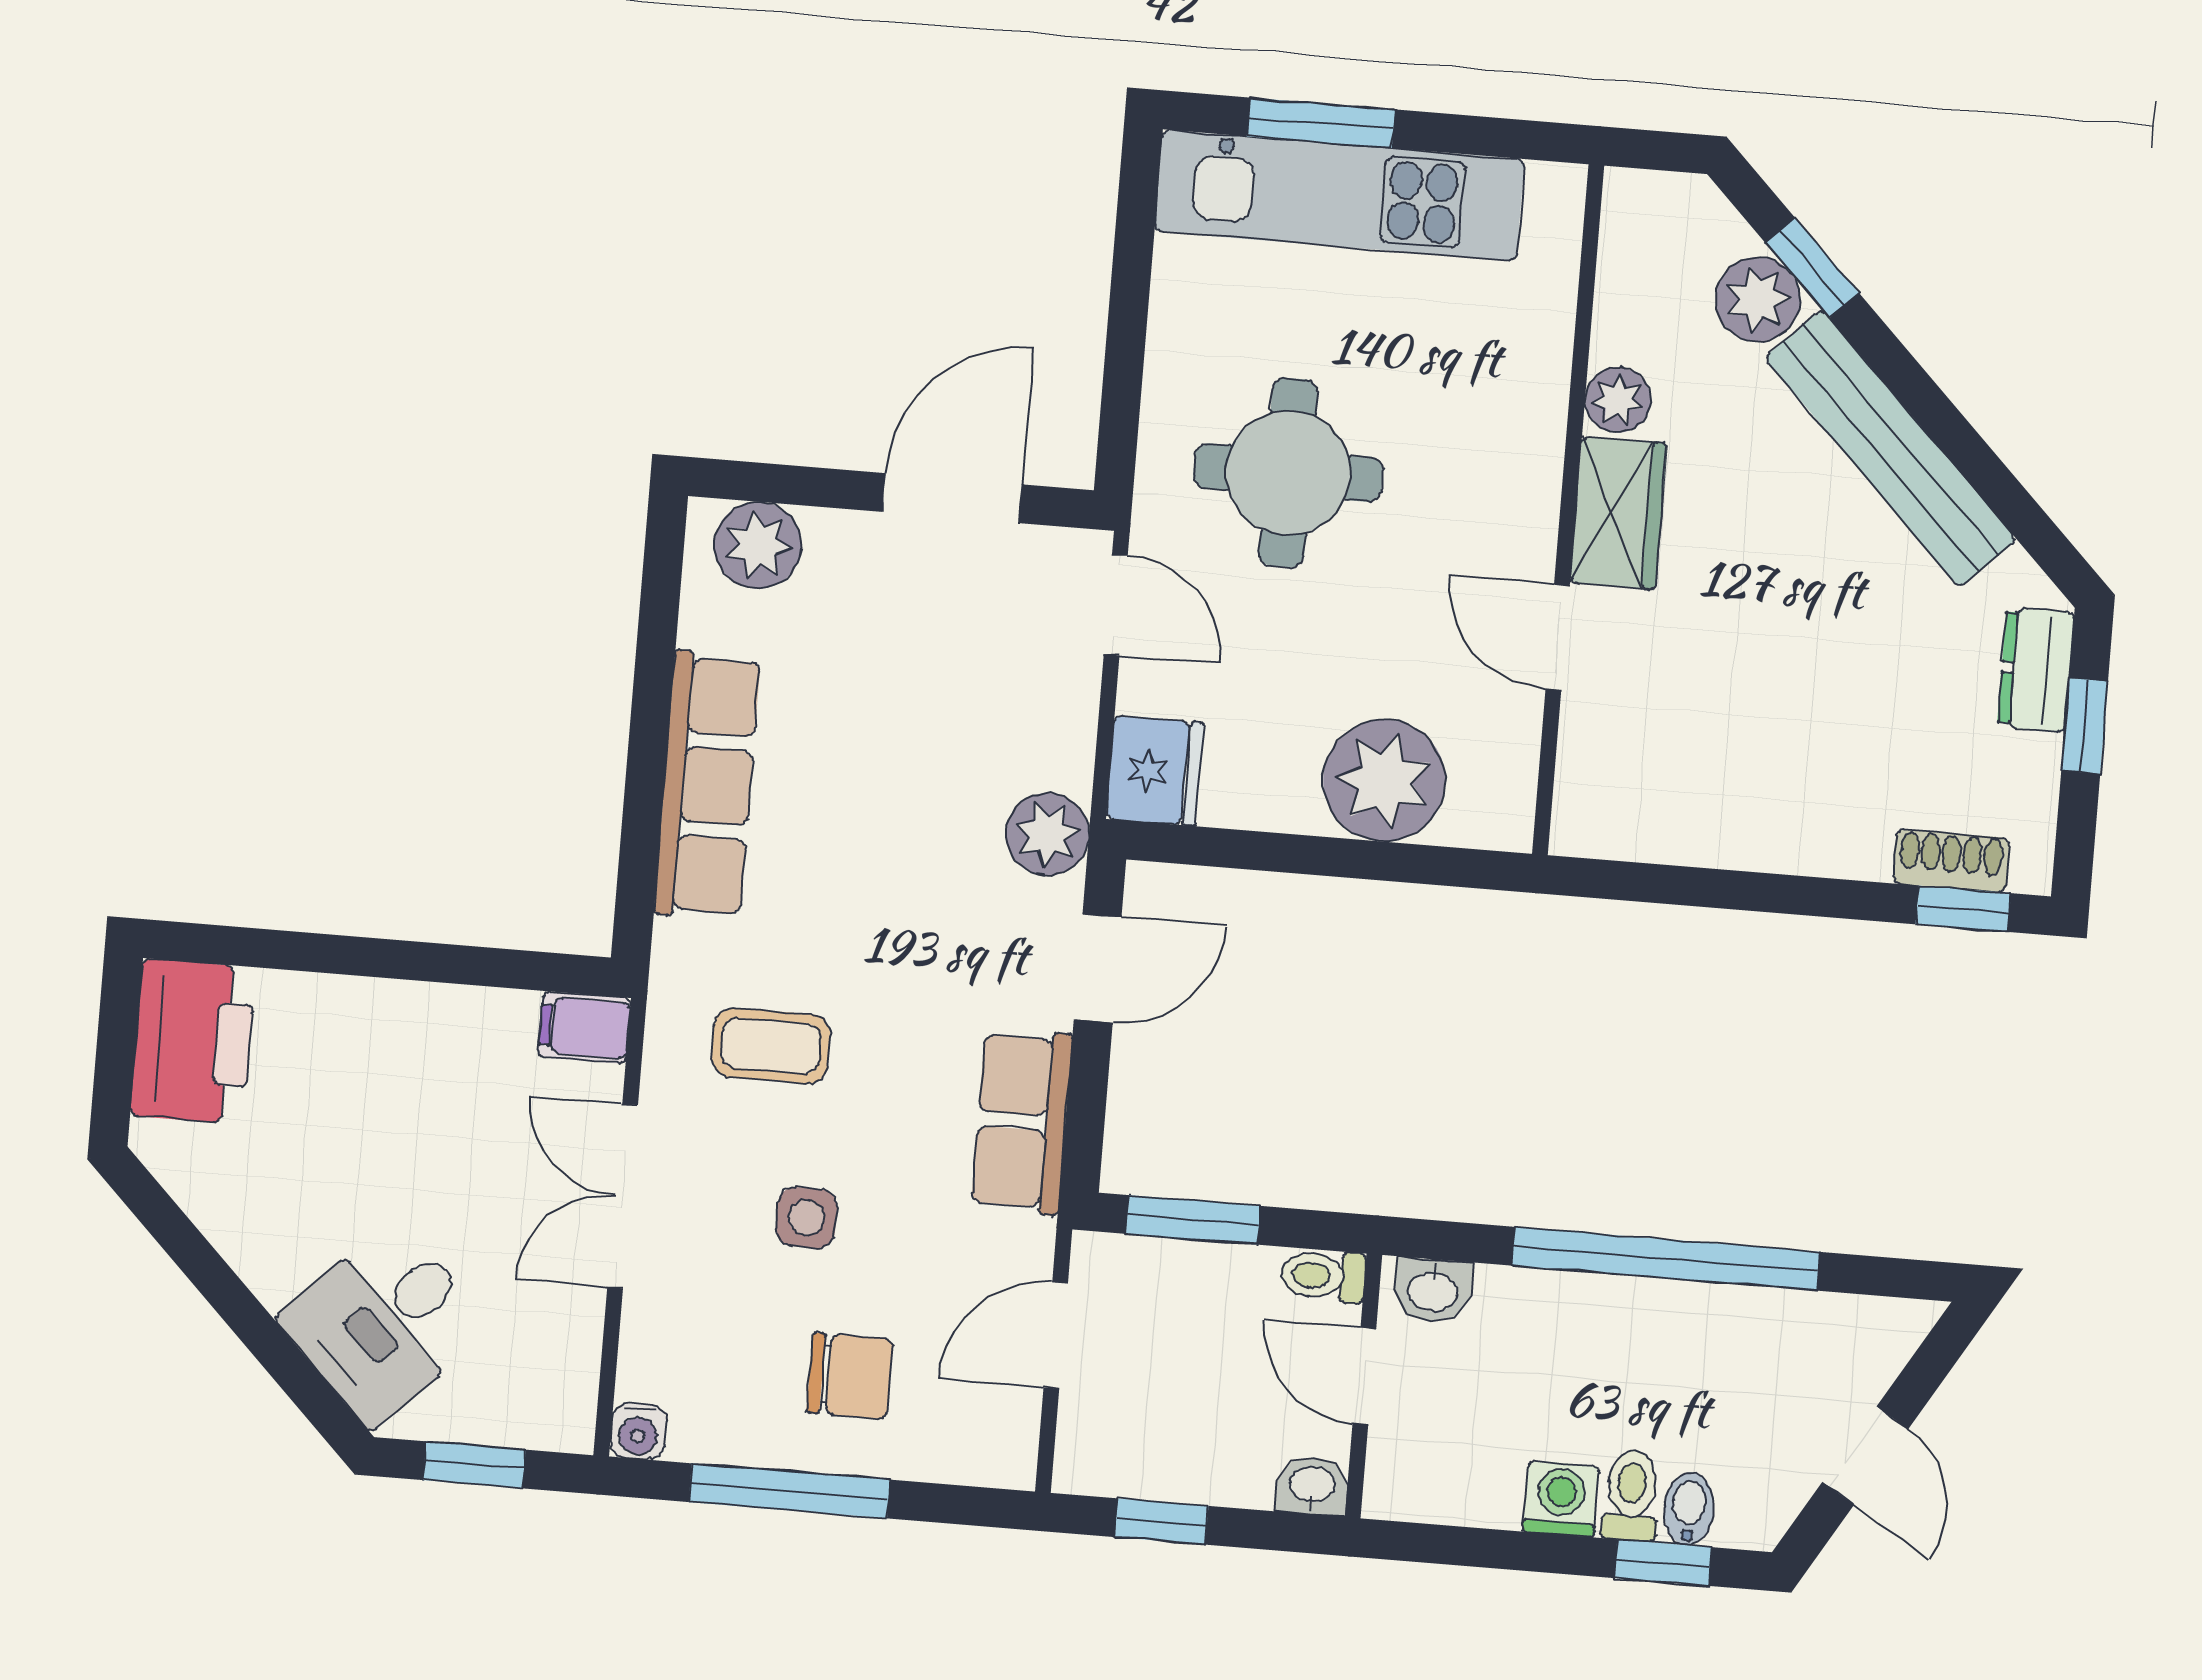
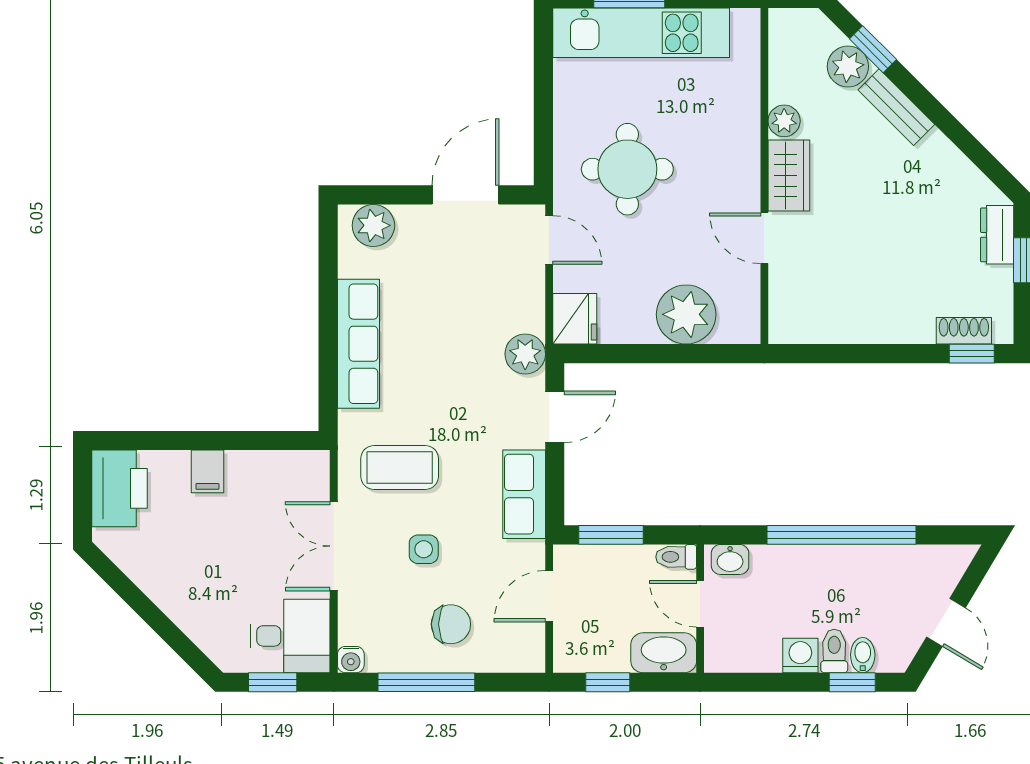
bench: (1890, 448) -> (896, 107), width x0.54, depth x0.82
filing cabinet: (584, 1028) -> (207, 471), moved, turned -90
coffee table: (771, 1046) -> (400, 467), width x1.36, depth x1.30
desk: (384, 1323) -> (290, 636), moved, turned -135
washbasin: (1312, 1486) -> (664, 653), width x1.91, depth x1.45

